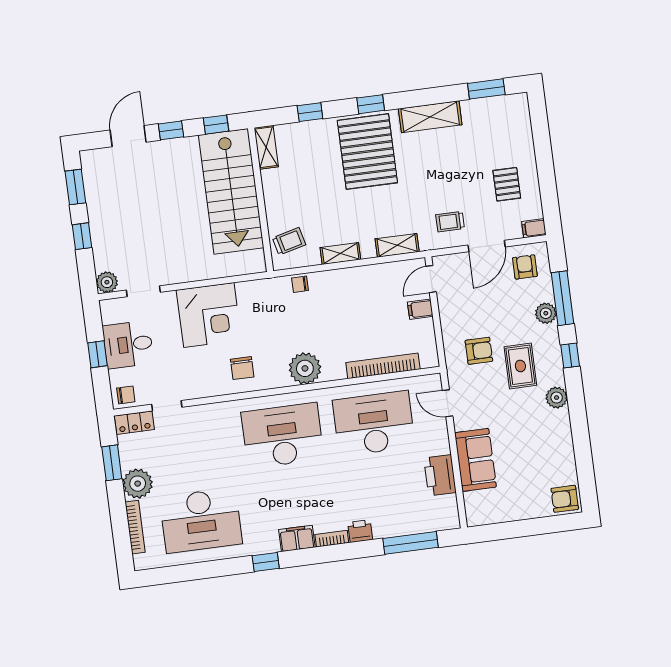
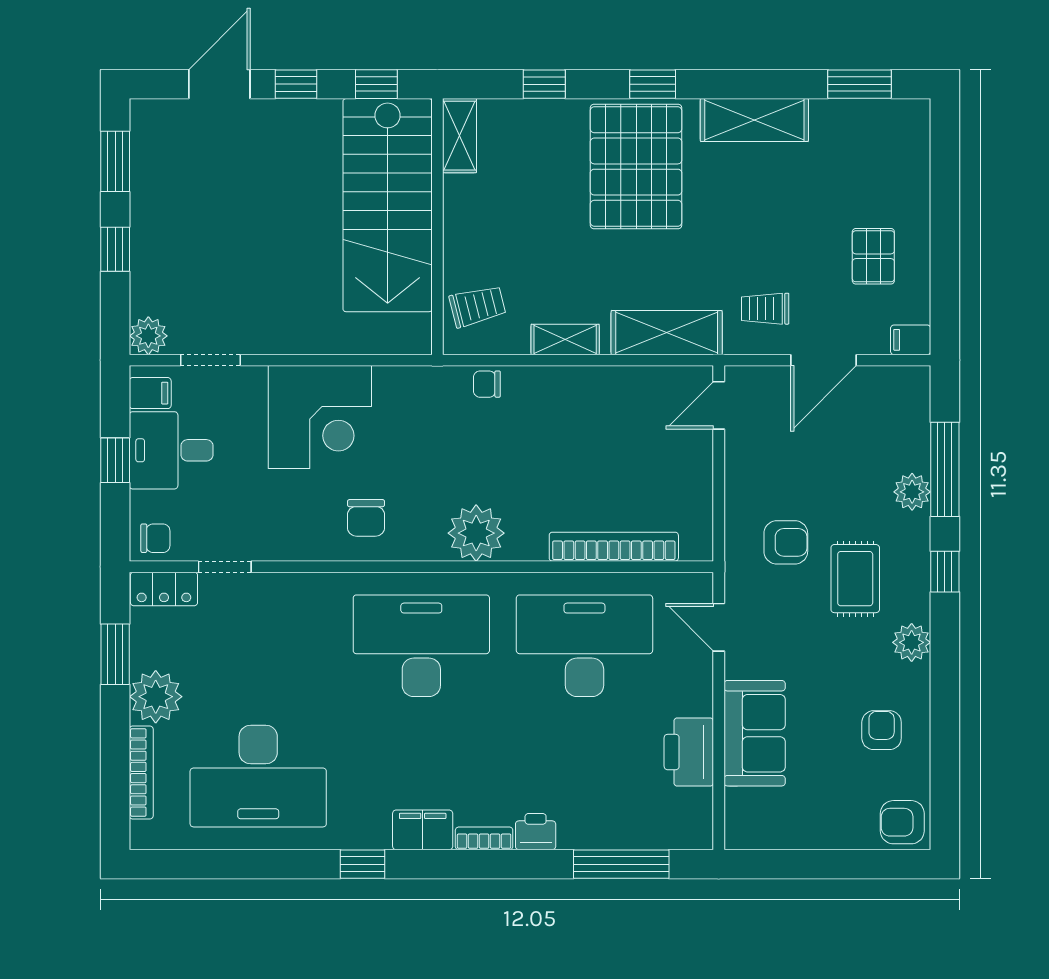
shelving: (397, 245) -> (667, 333), width x1.50, depth x1.33
armchair: (525, 267) -> (882, 730), moved
filing cabinet: (420, 309) -> (150, 393), moved, turned 180

